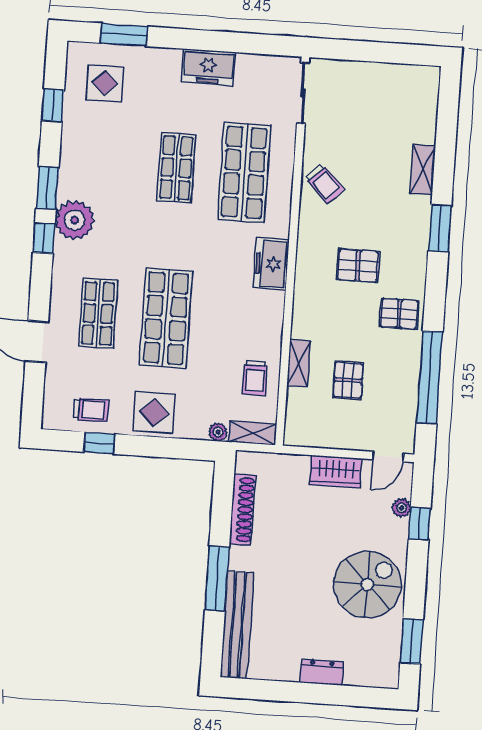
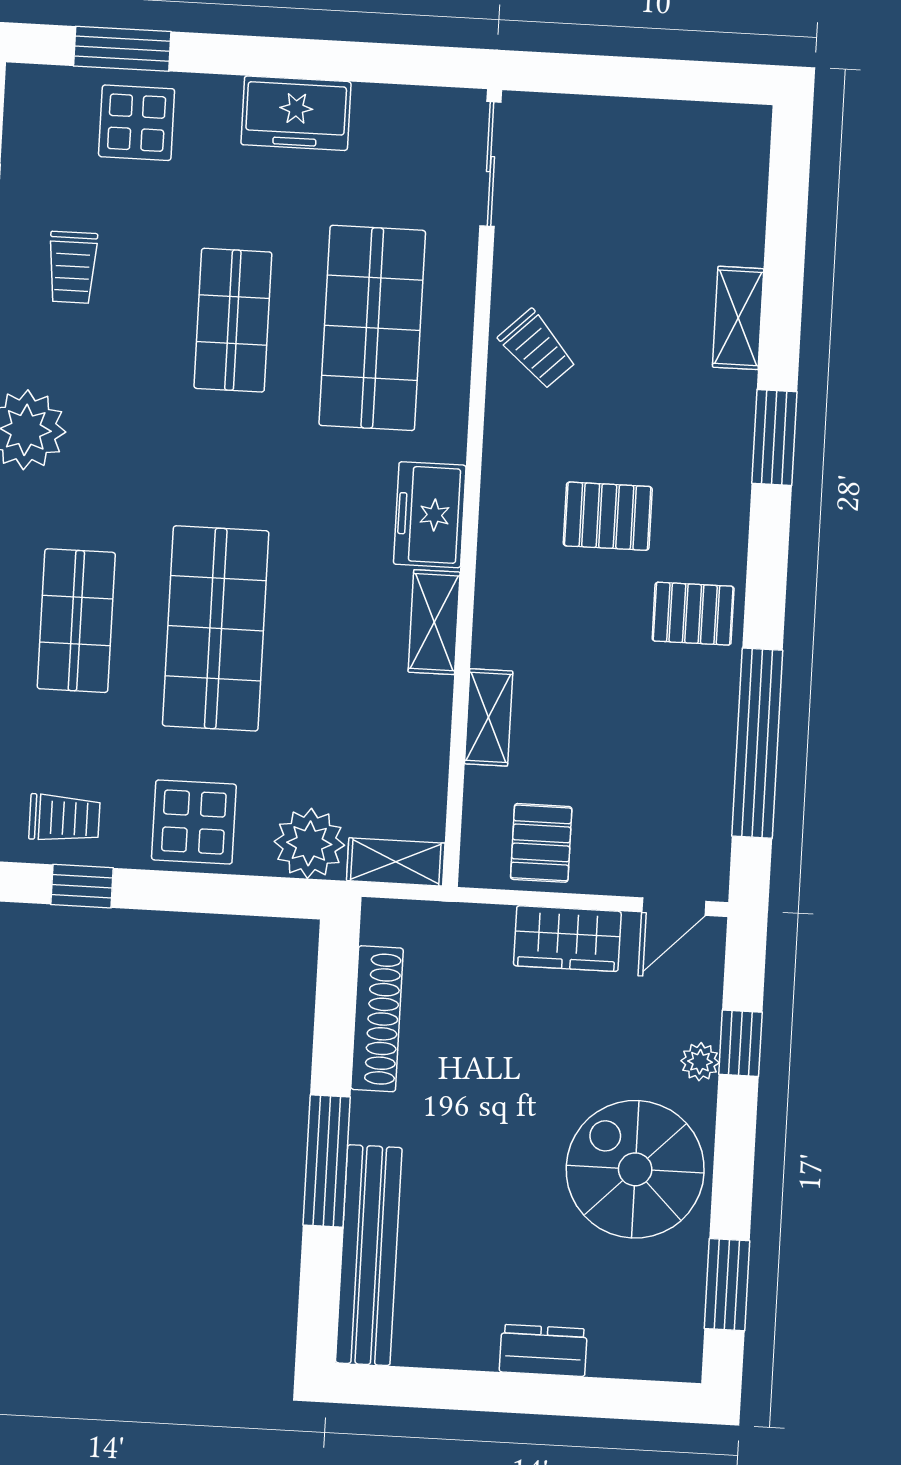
display table: (105, 83) -> (137, 123), moved
shelving: (273, 316) -> (434, 622), added
trolley: (255, 378) -> (72, 267), moved
pallet: (348, 380) -> (541, 843), moved
plant: (218, 432) -> (309, 843), width x1.87, depth x1.87
plant: (401, 508) -> (700, 1062), moved
spiral stairs: (368, 584) -> (635, 1169), turned -90

